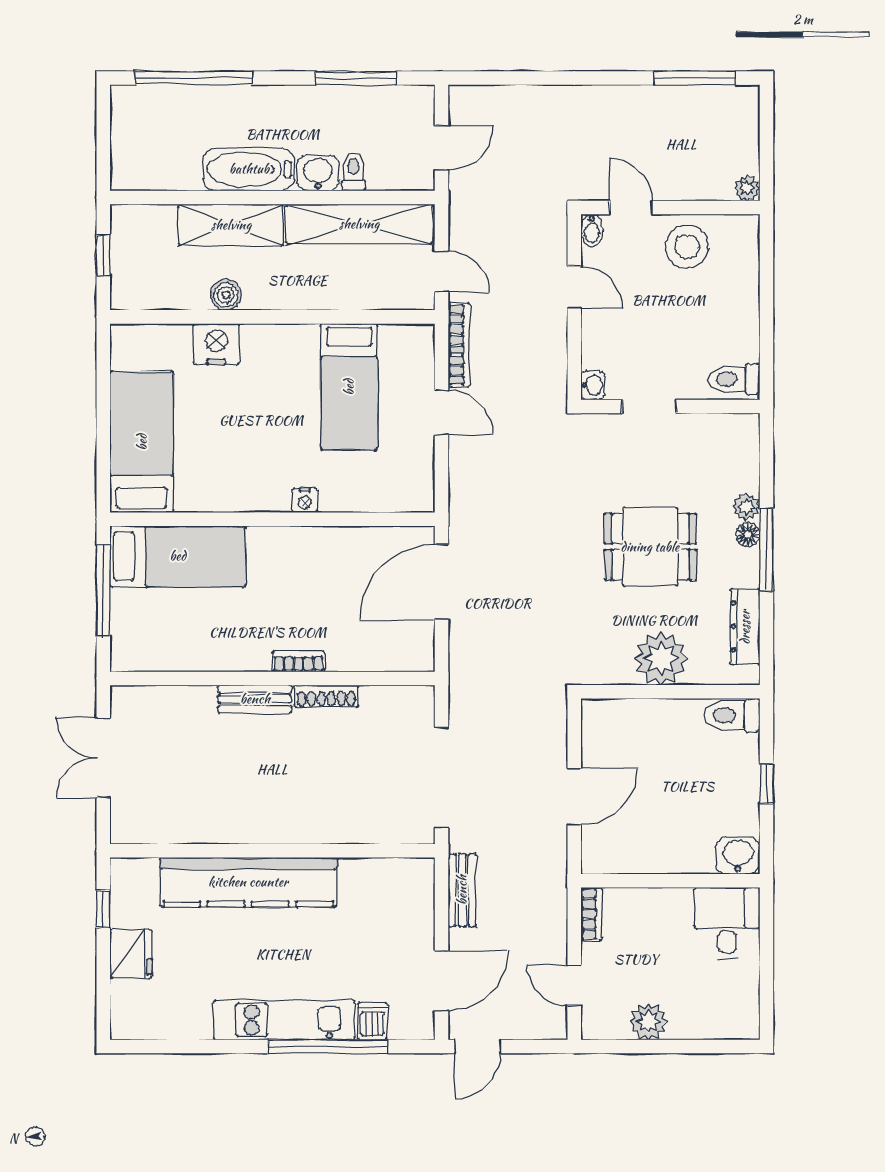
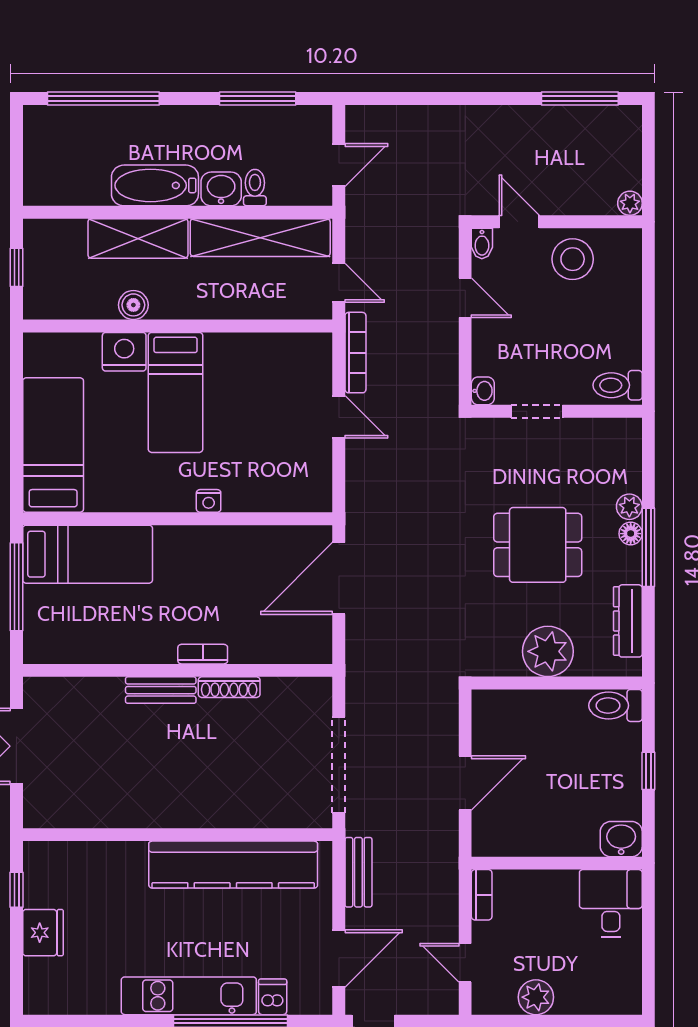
bed: (349, 387) -> (176, 392), moved
kitchen counter: (248, 882) -> (233, 865), moved

